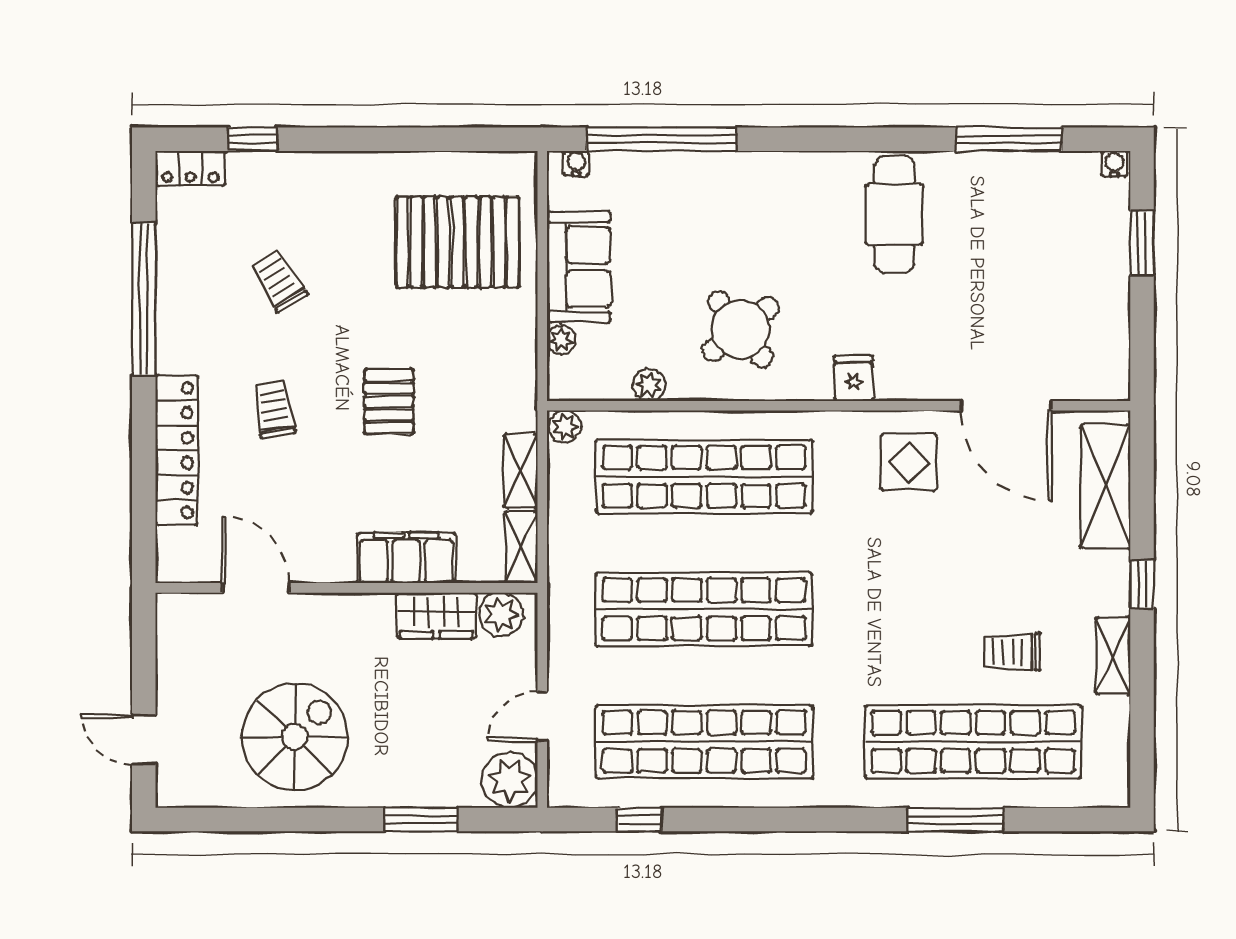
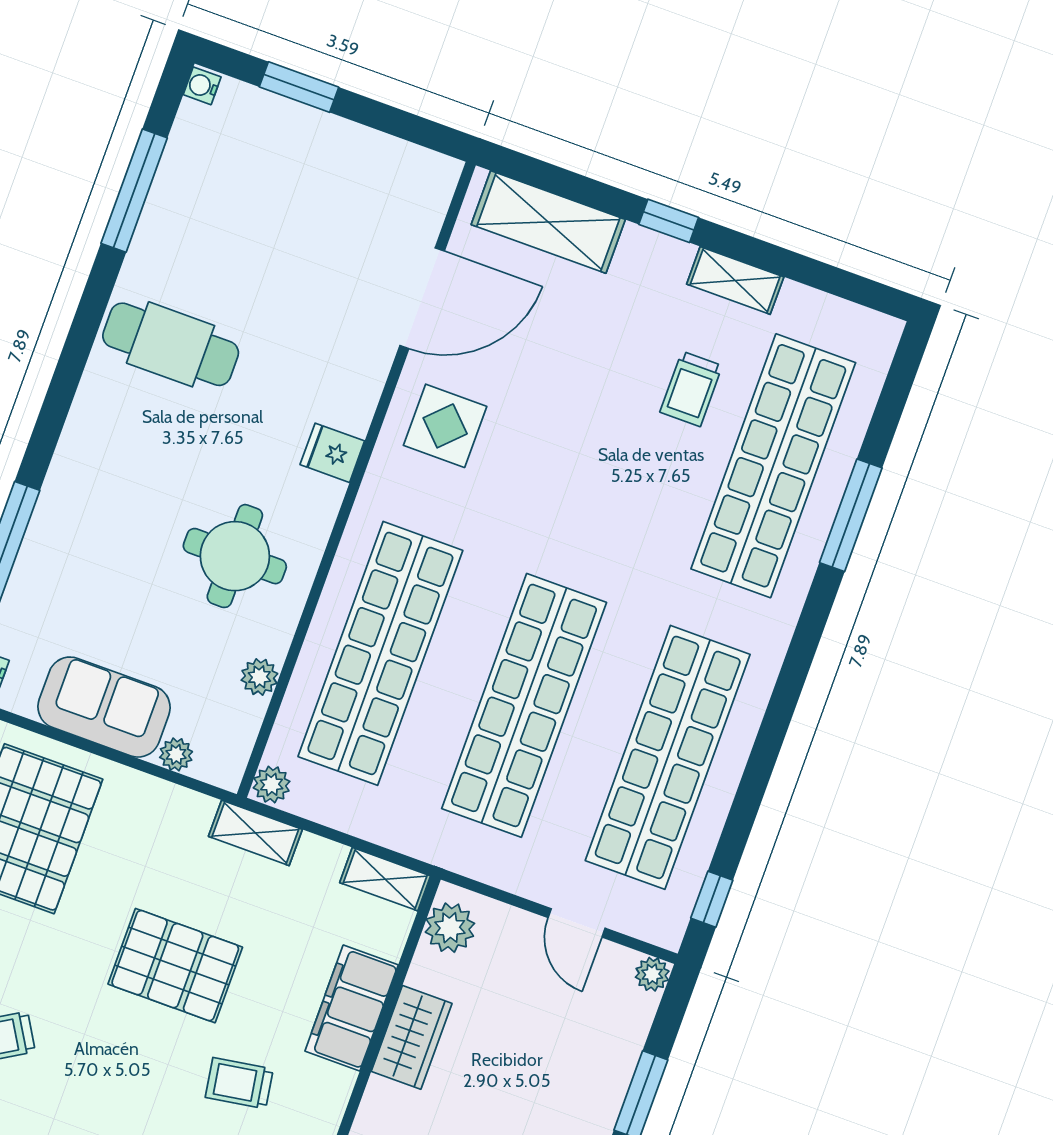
round table: (740, 329) -> (235, 556), turned 38
pallet: (389, 402) -> (175, 966), width x1.50, depth x1.42
trolley: (274, 409) -> (239, 1083), moved
shelving: (521, 471) -> (255, 833), moved
wardrobe: (436, 615) -> (412, 1037), moved
plant: (510, 780) -> (652, 974), width x0.53, depth x0.53
window: (639, 820) -> (712, 899), moved

